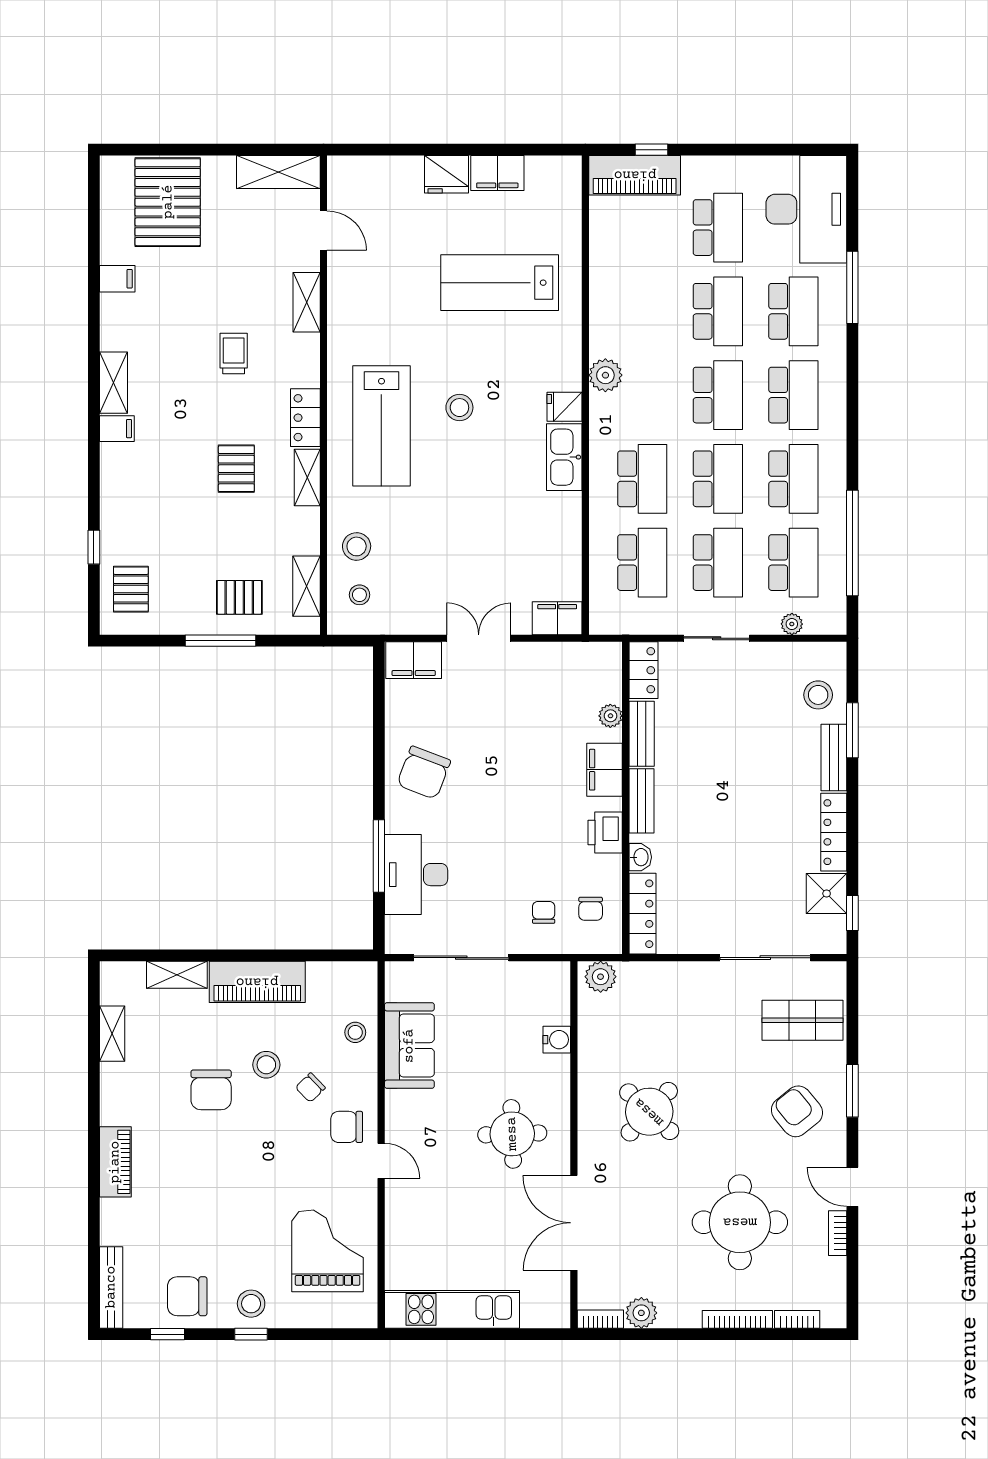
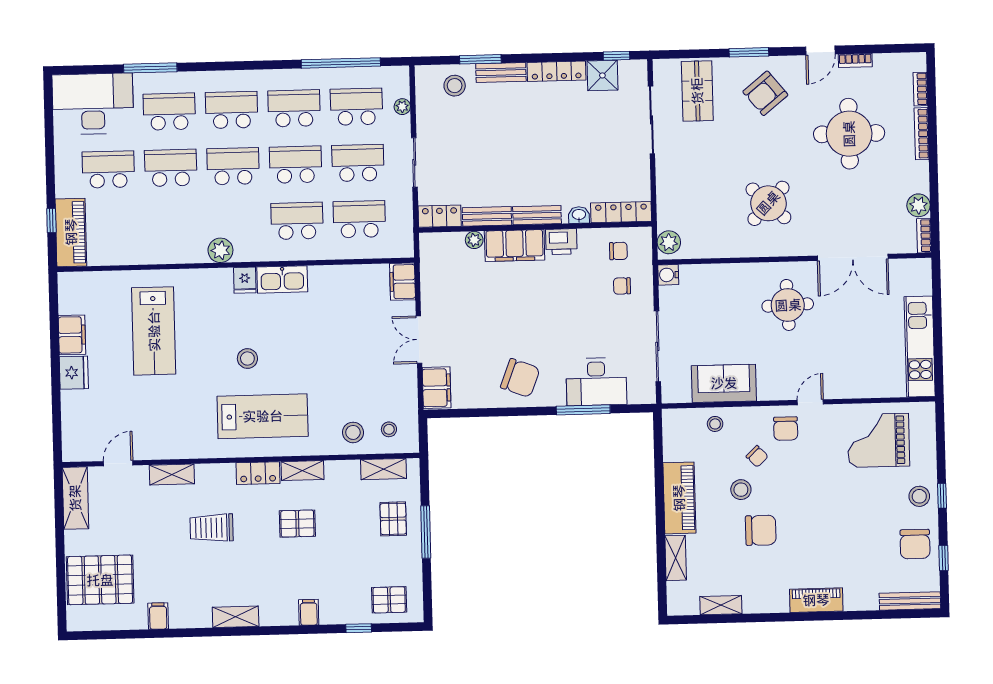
trolley: (234, 353) -> (212, 528), width x1.36, depth x1.39
filing cabinet: (117, 429) -> (309, 612), moved
filing cabinet: (605, 770) -> (515, 246), width x1.50, depth x1.17
water cooler: (557, 1040) -> (668, 275), moved, turned -90

